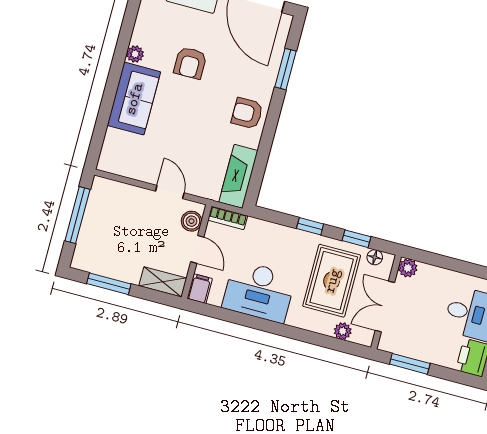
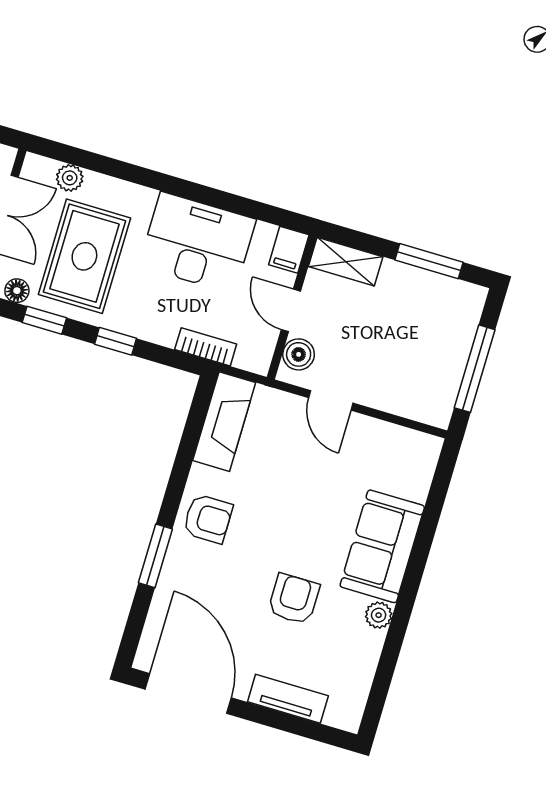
window: (286, 69) -> (155, 556), moved
bookcase: (228, 218) -> (206, 347), moved

